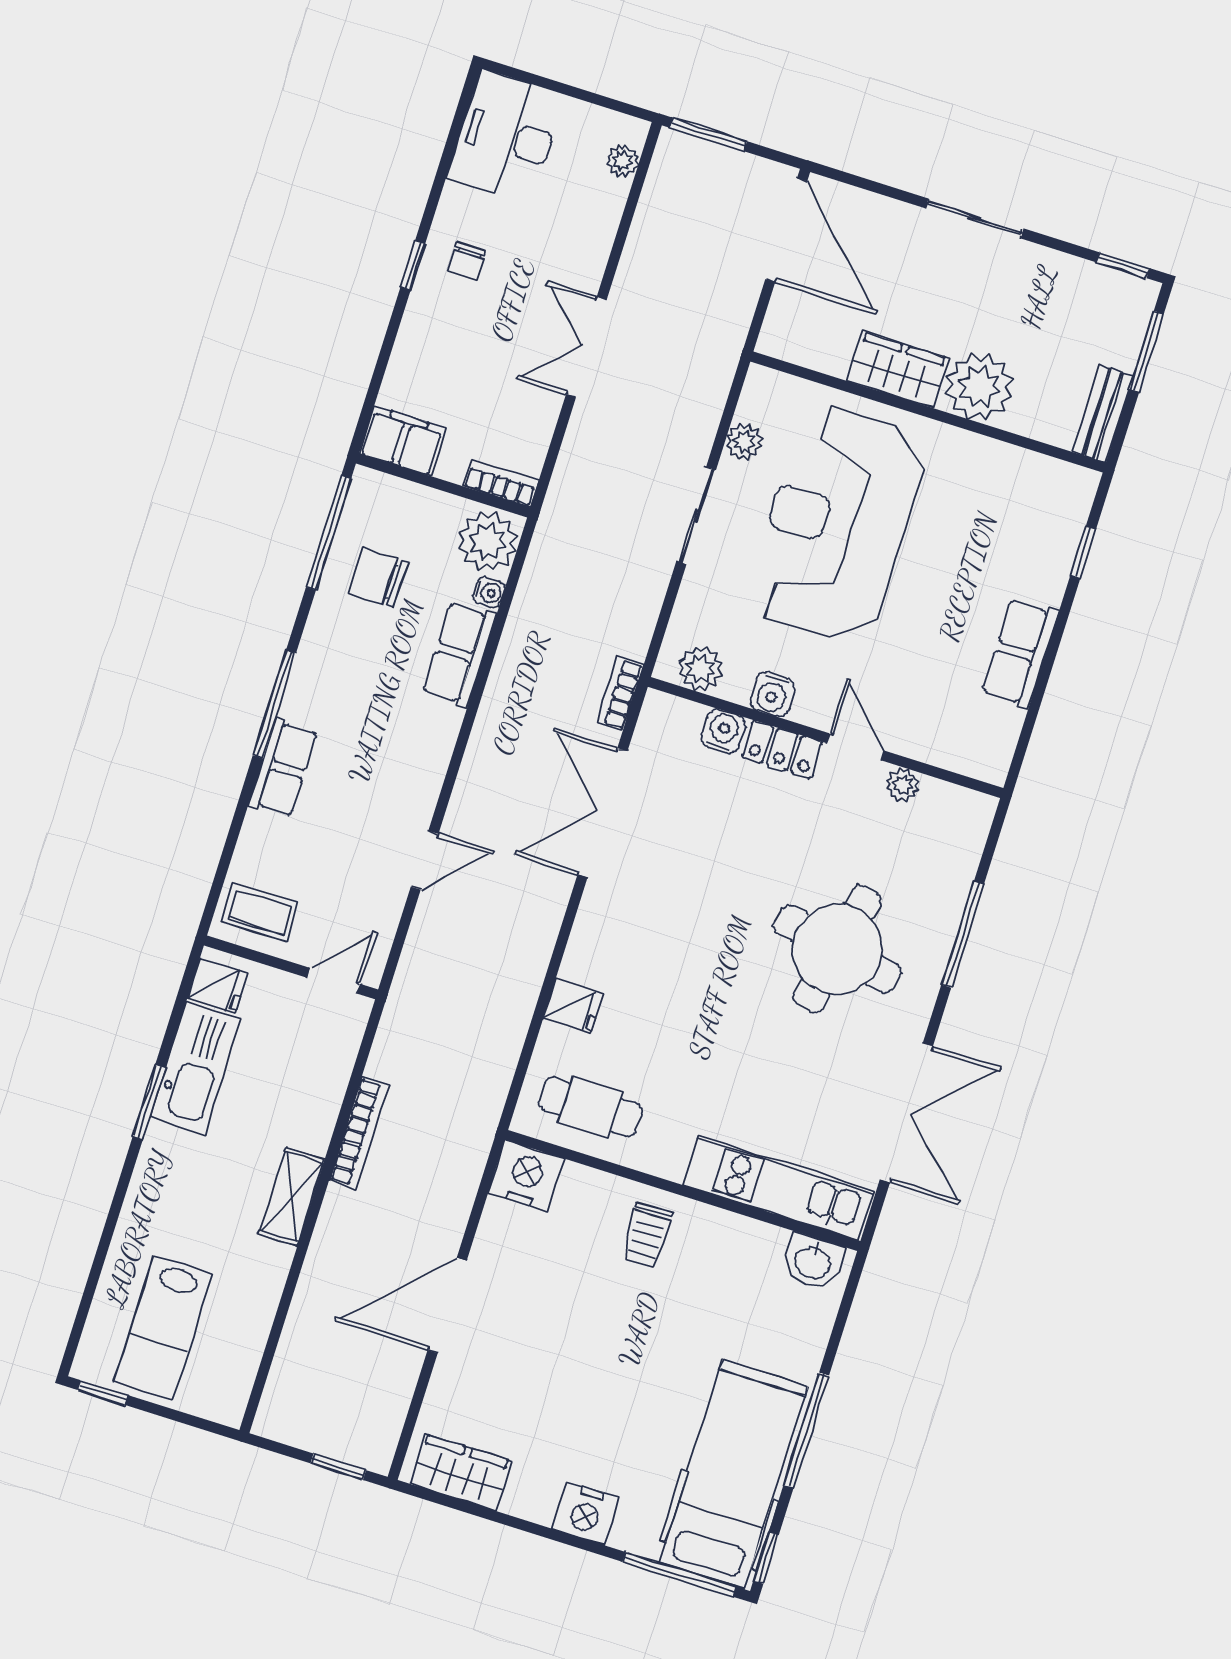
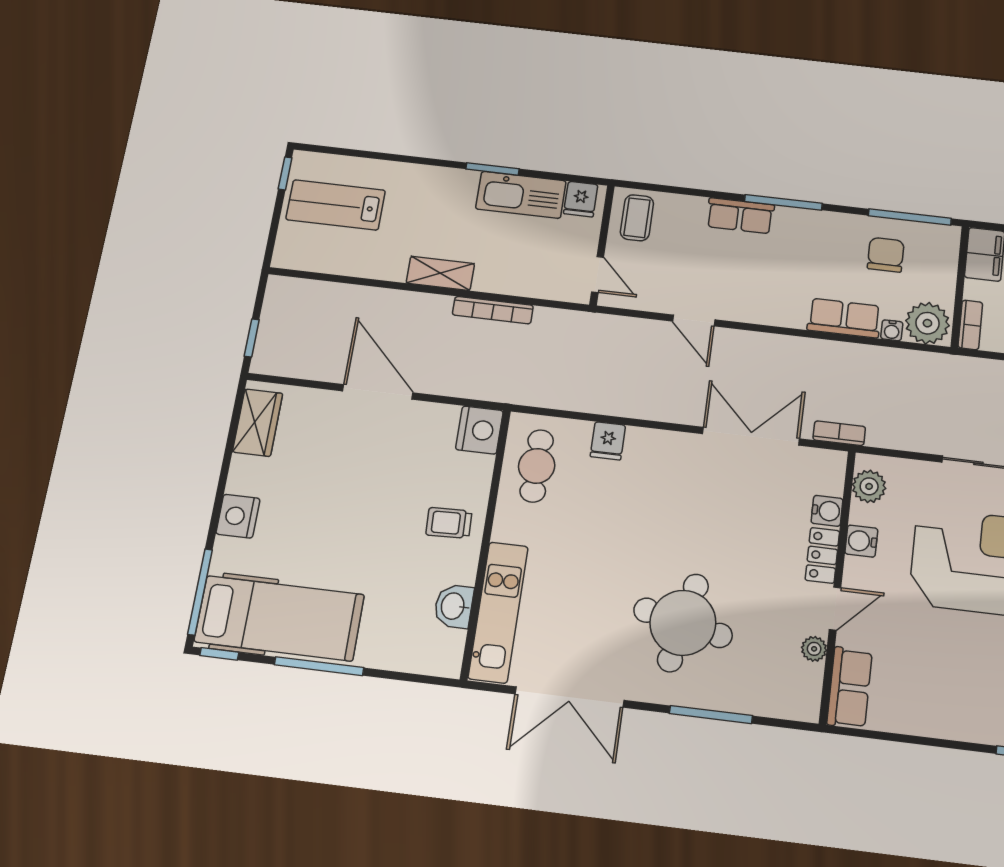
row of seats: (1020, 653) -> (850, 688), moved, turned 90
washbasin: (813, 1262) -> (454, 606), moved

